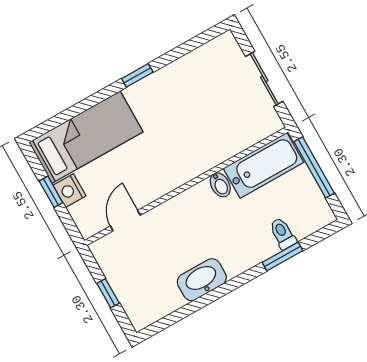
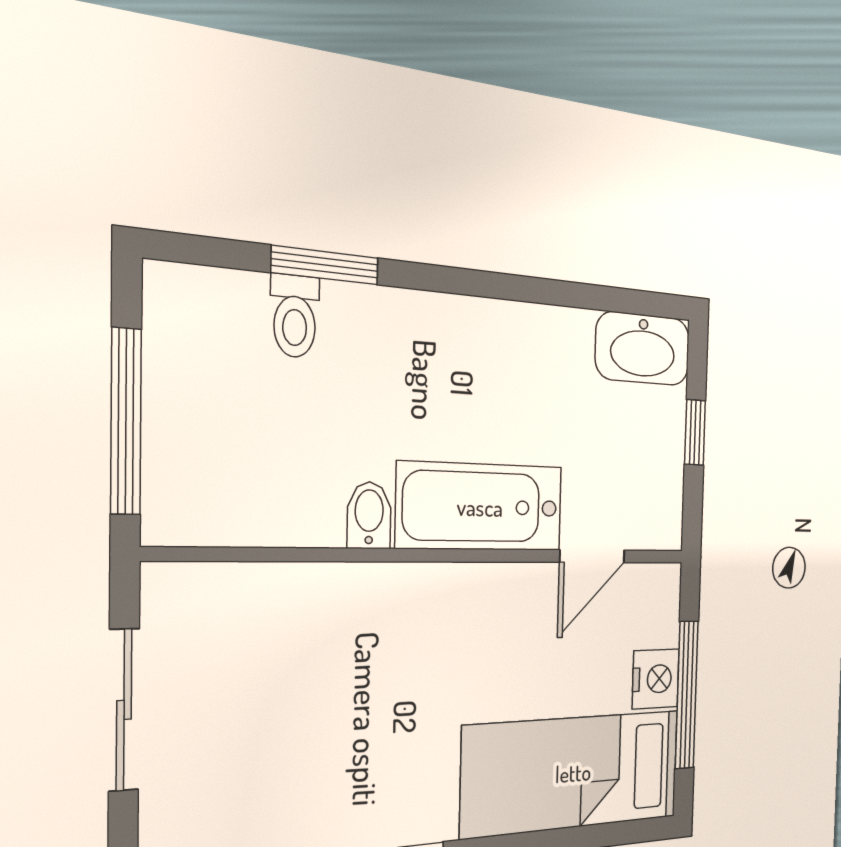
bathtub: (264, 165) -> (480, 507), moved
window: (51, 192) -> (687, 695), width x2.17
washbasin: (202, 280) -> (643, 349), moved

